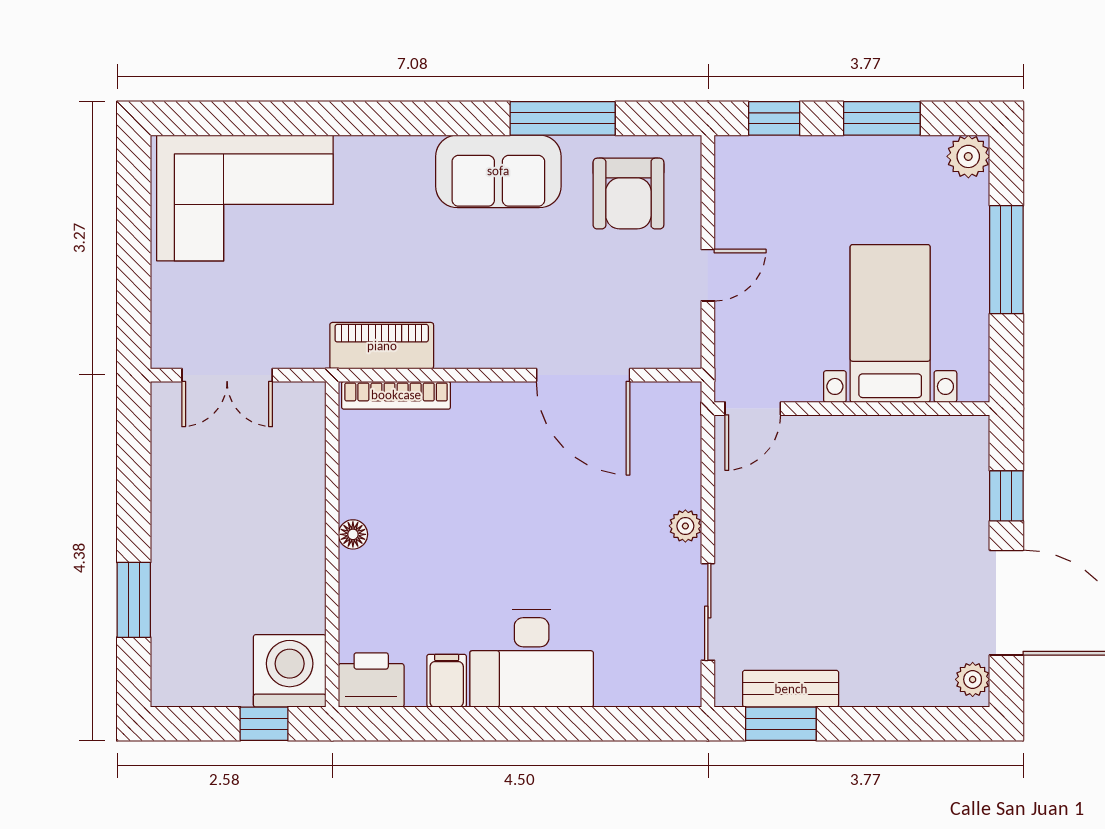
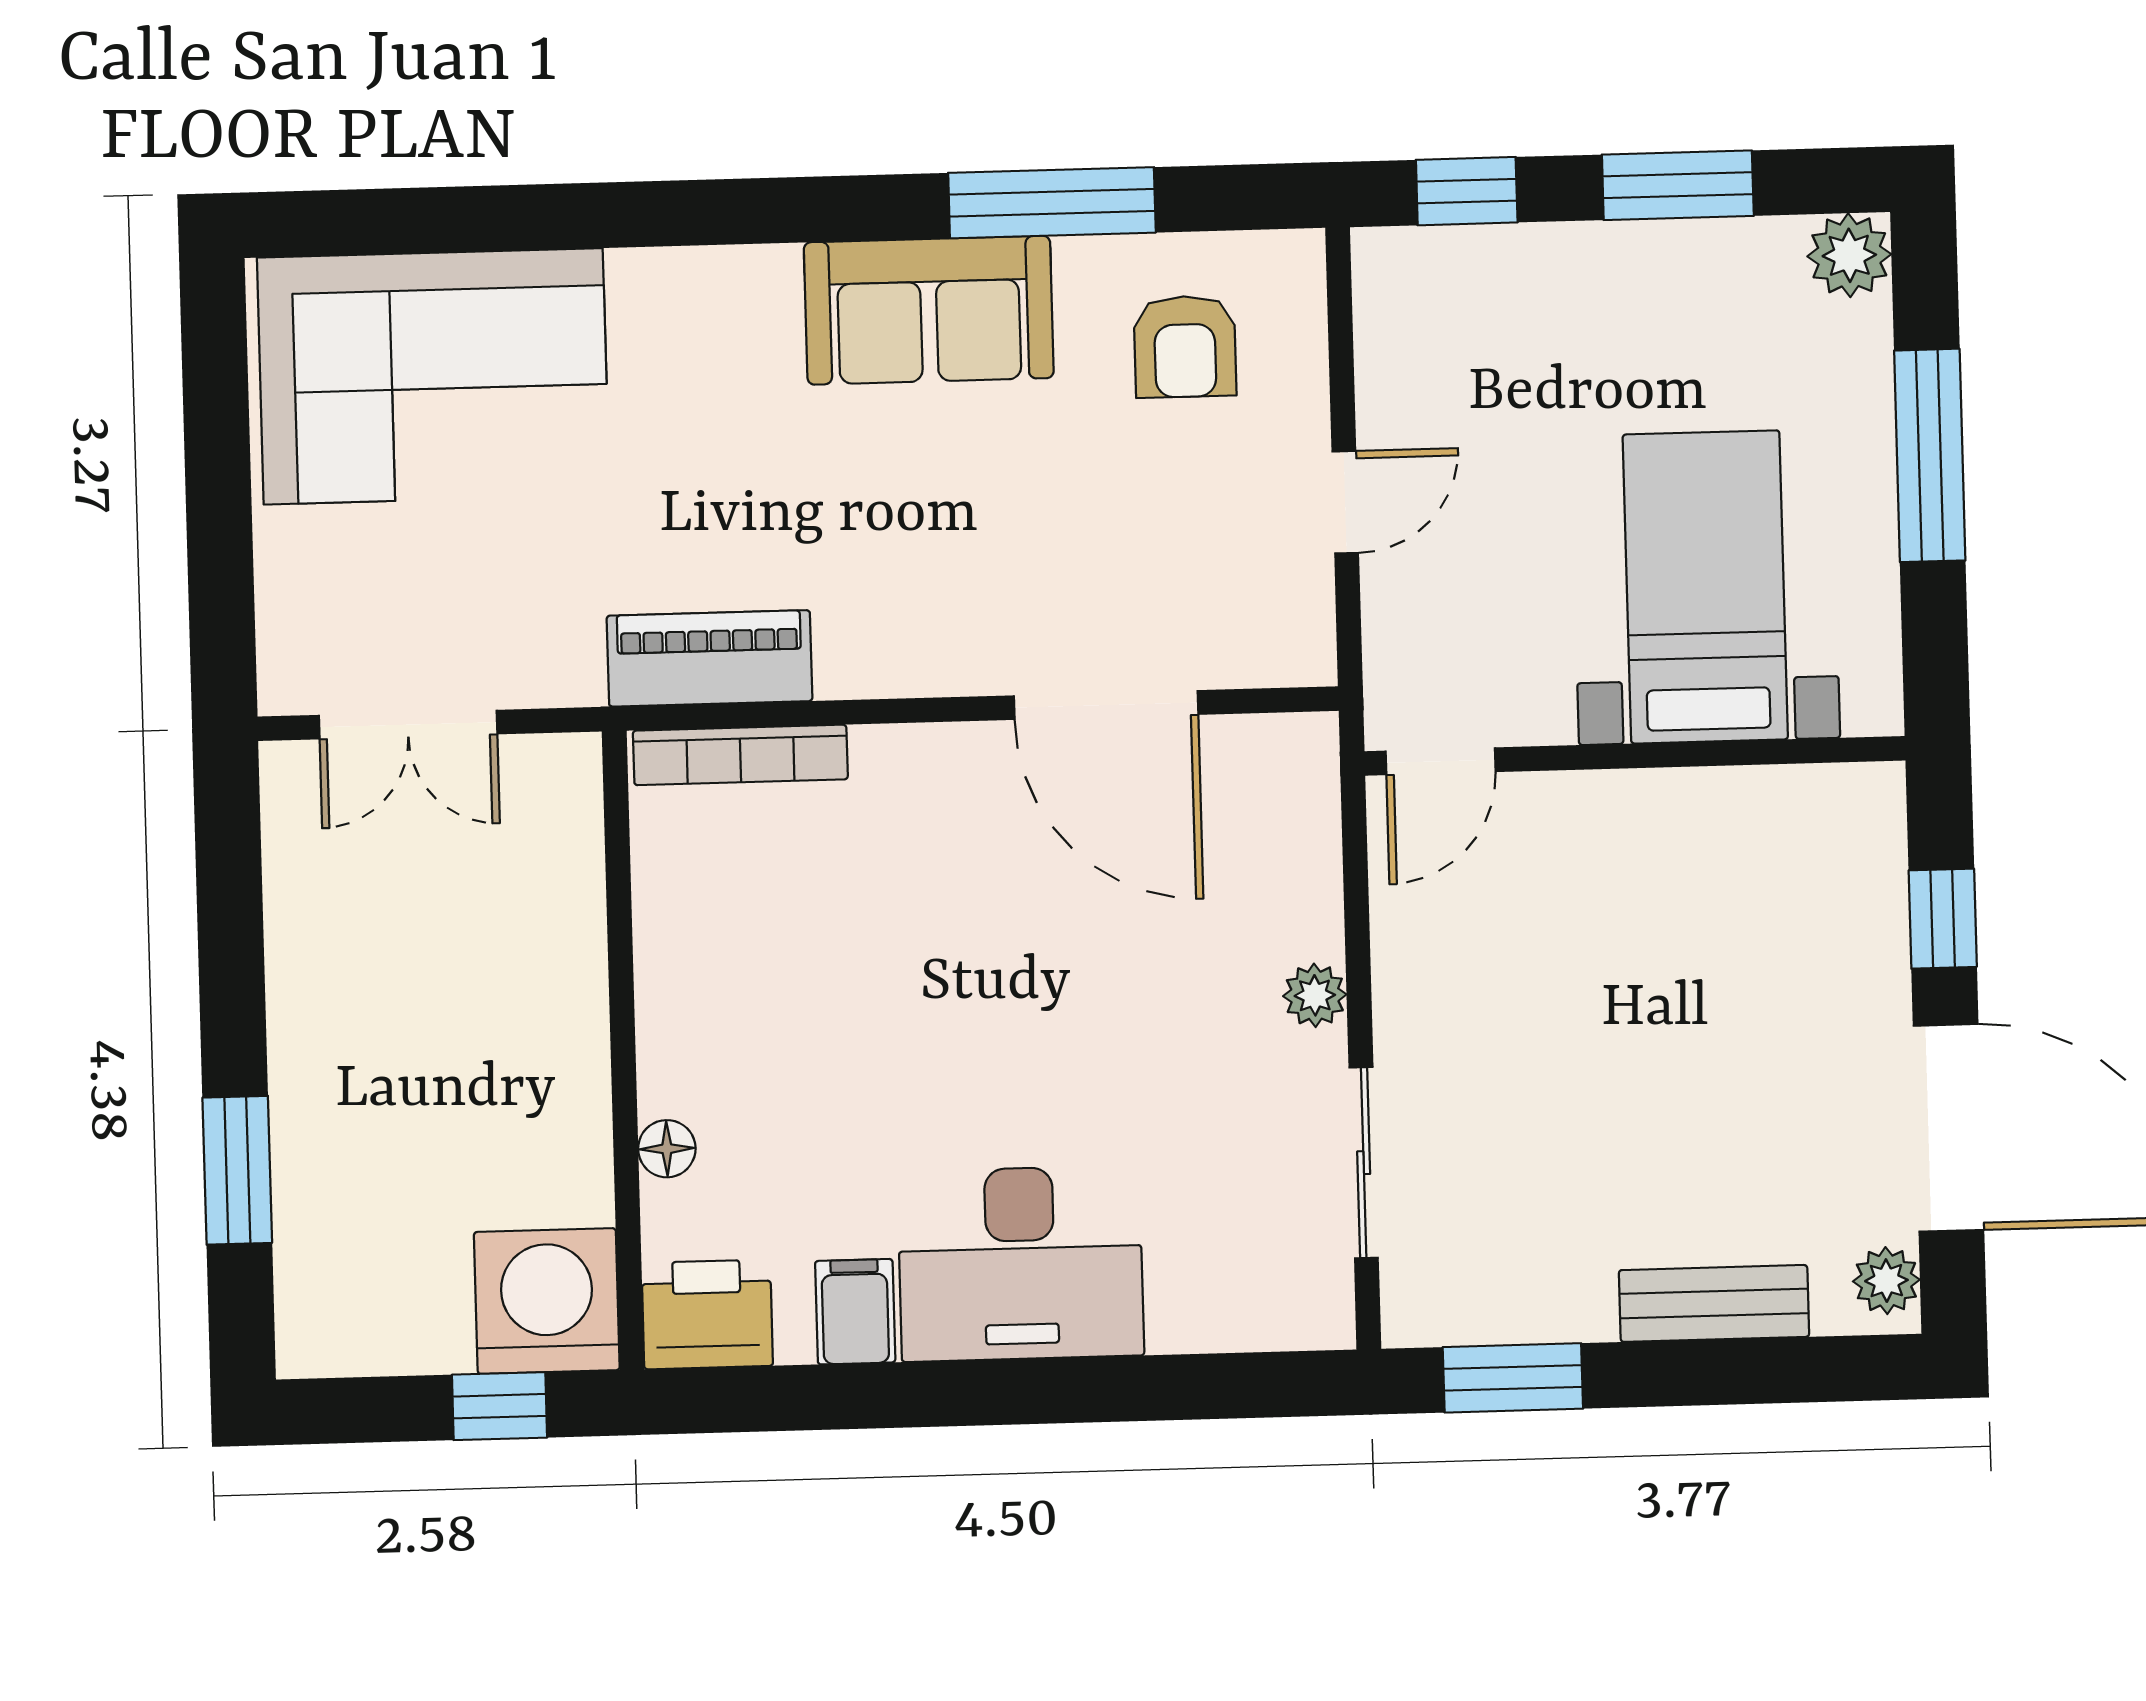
armchair: (628, 194) -> (1185, 347), width x0.72, depth x0.72
floor lamp: (353, 534) -> (667, 1149), moved
bench: (791, 689) -> (1714, 1303), moved

